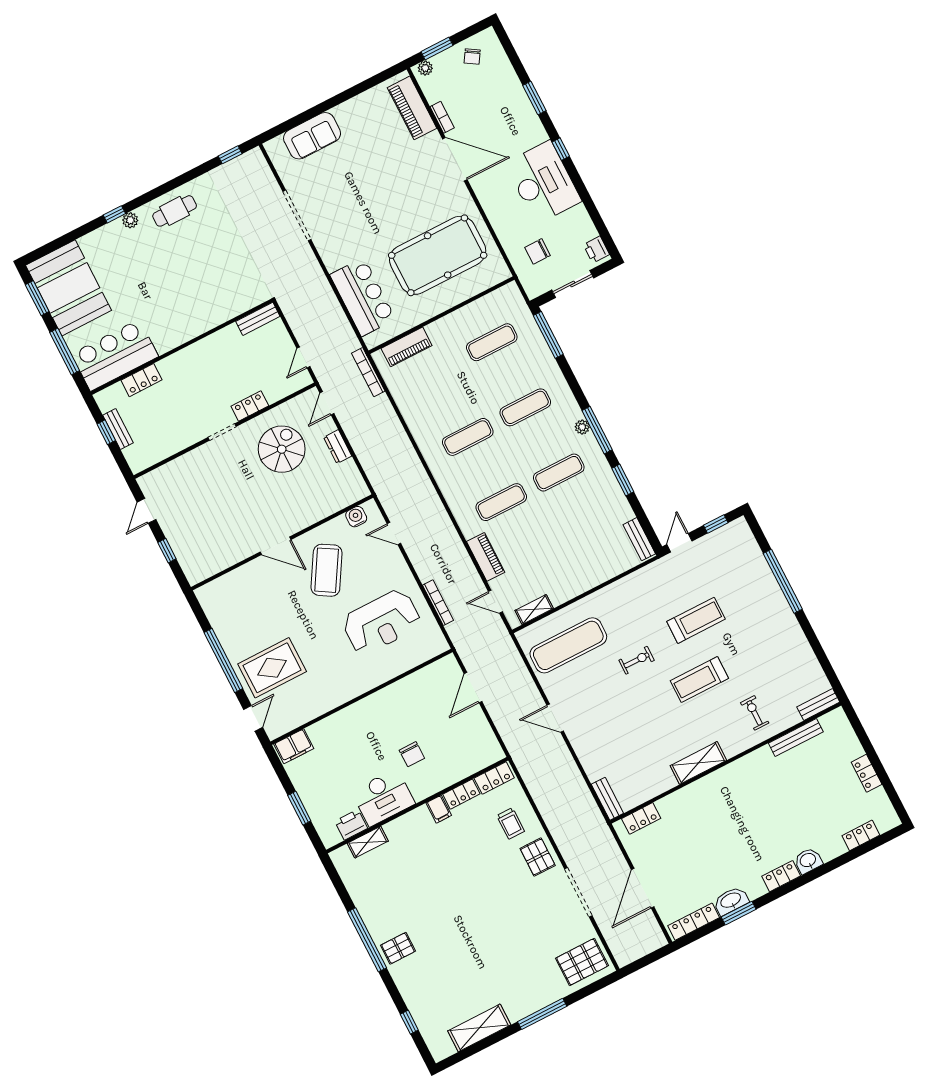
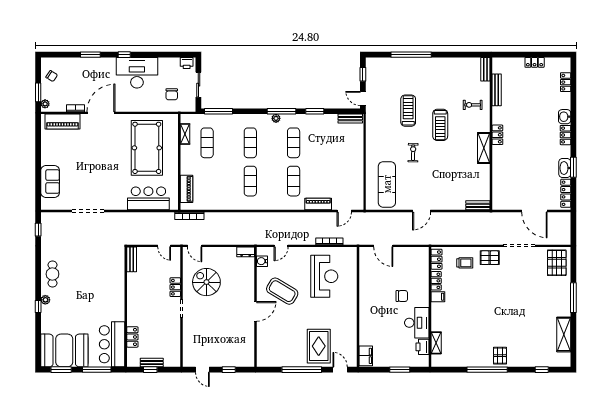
dresser: (338, 447) -> (246, 252), moved
shelving: (534, 609) -> (185, 134), moved
locker: (641, 818) -> (497, 135), moved

